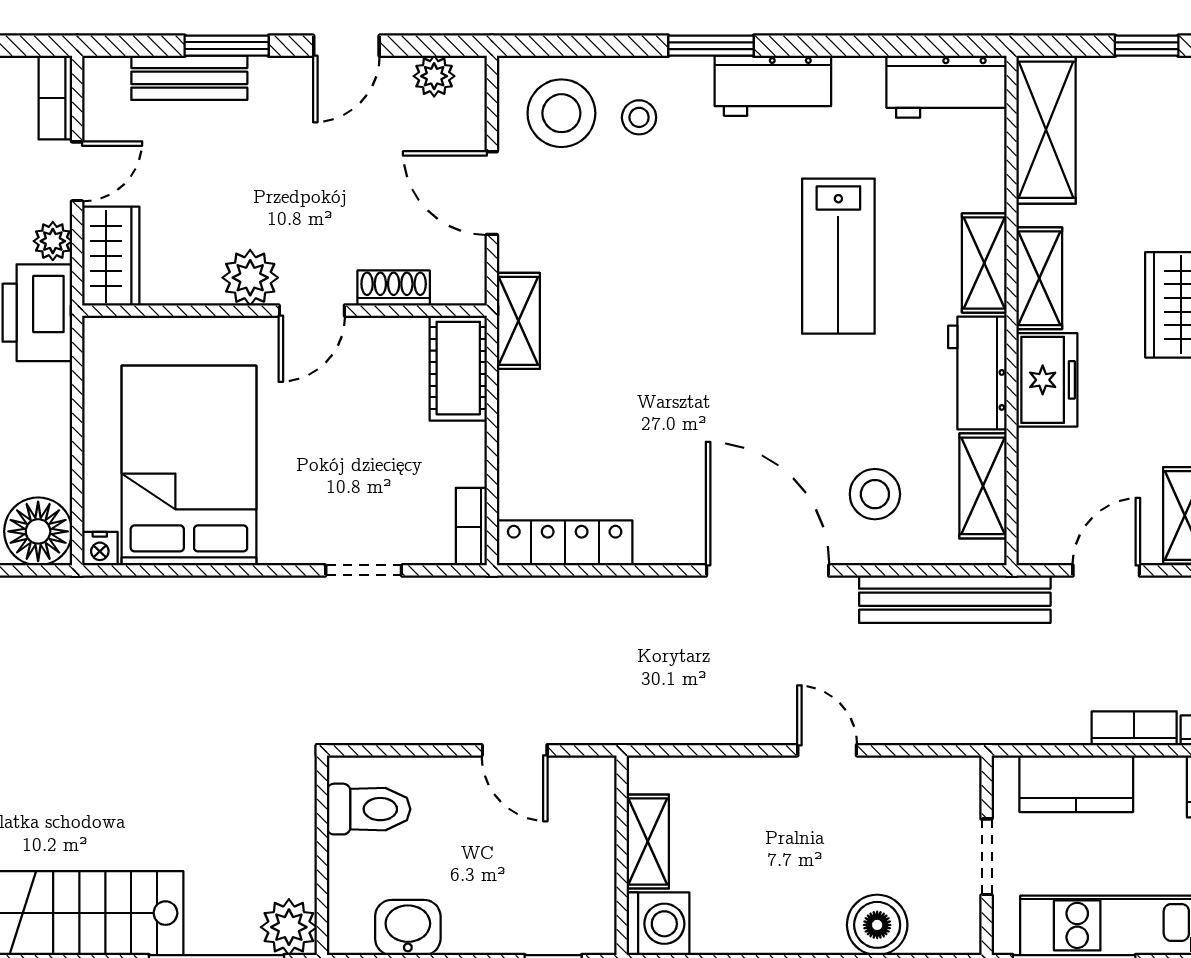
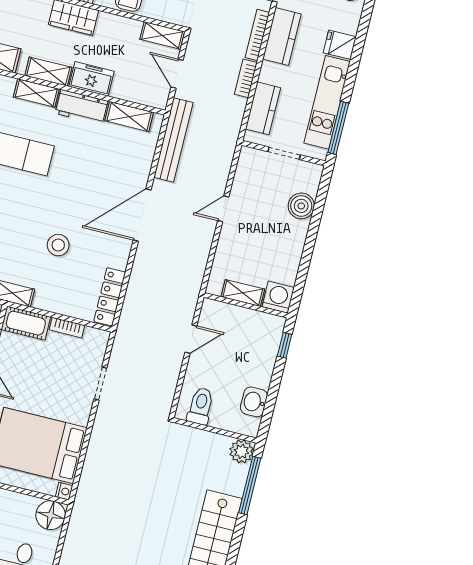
stool: (875, 494) -> (58, 245), moved
bookcase: (471, 527) -> (67, 328), moved

